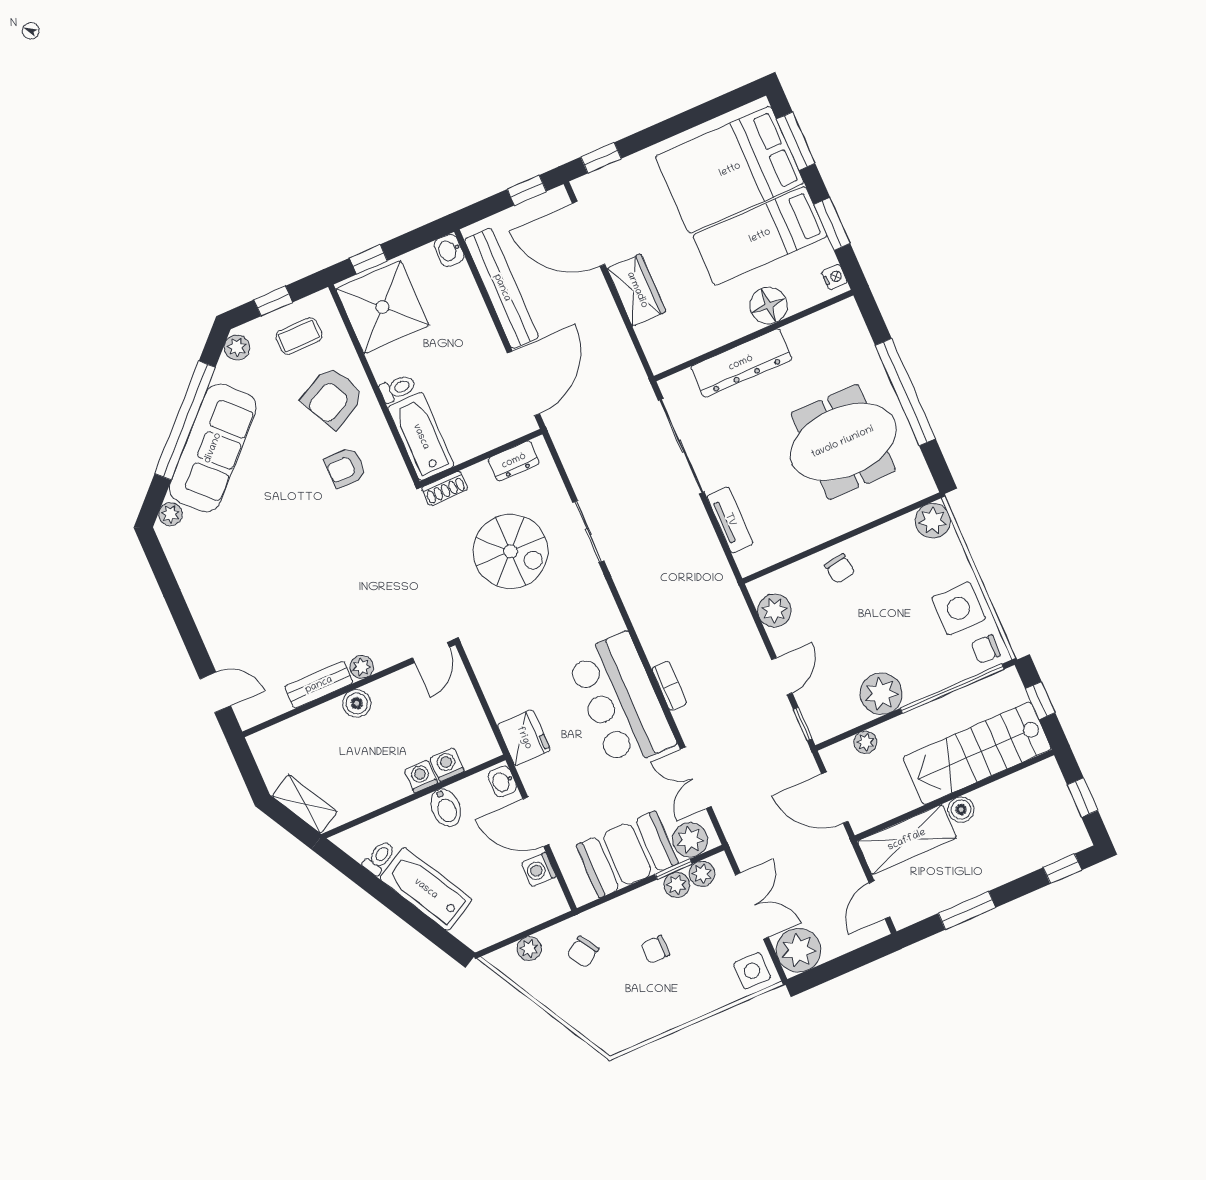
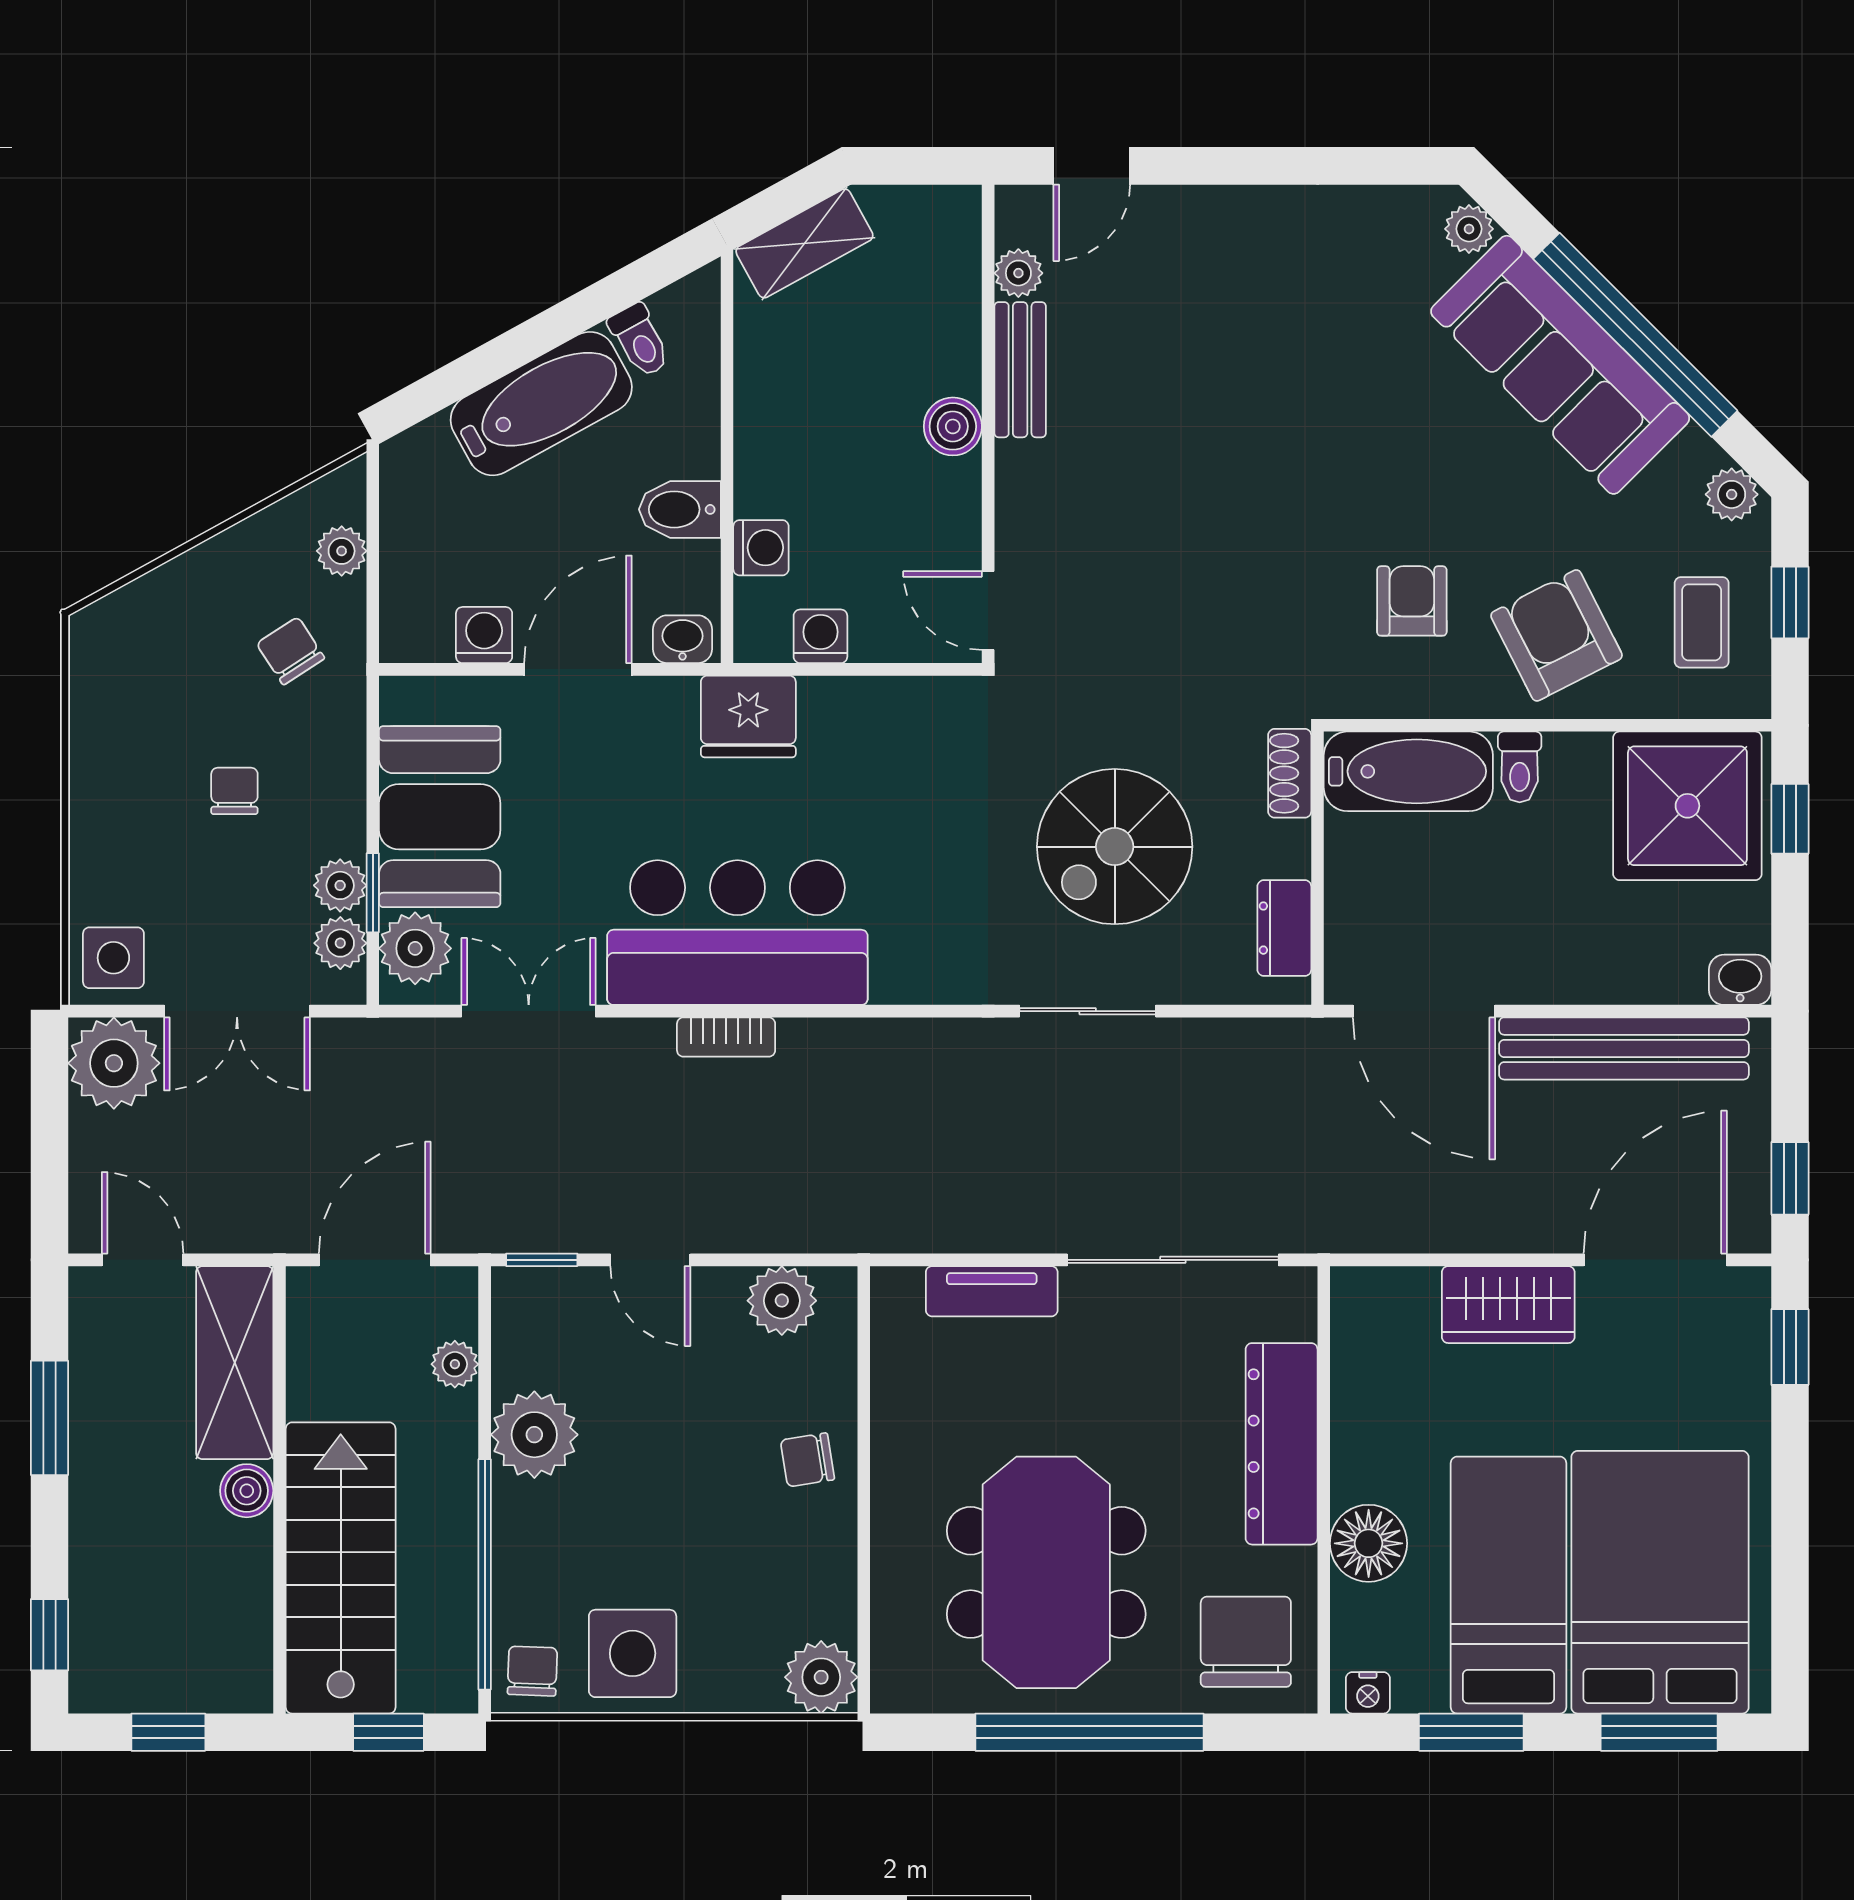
chair: (835, 341) -> (1246, 1642), added
plant: (362, 667) -> (1018, 273), moved
washing machine: (421, 776) -> (820, 636), moved, turned -90

